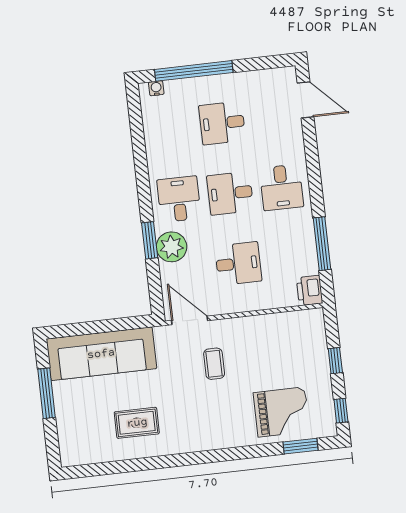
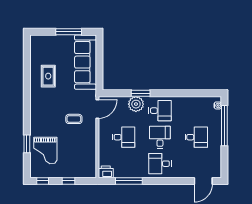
desk: (222, 123) -> (196, 137), turned 90
desk: (238, 264) -> (124, 137), turned -90
window: (301, 446) -> (27, 144), moved

